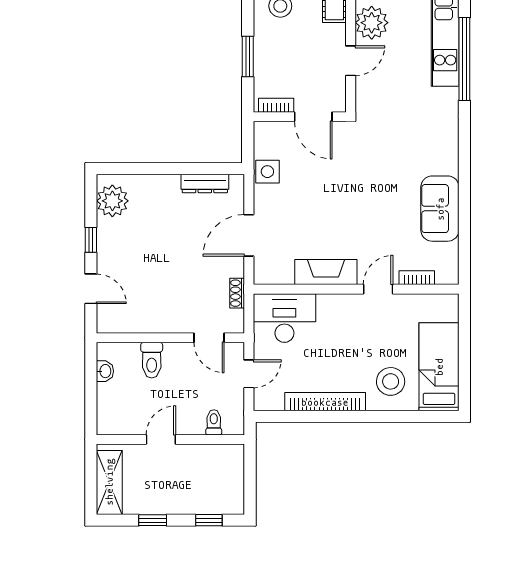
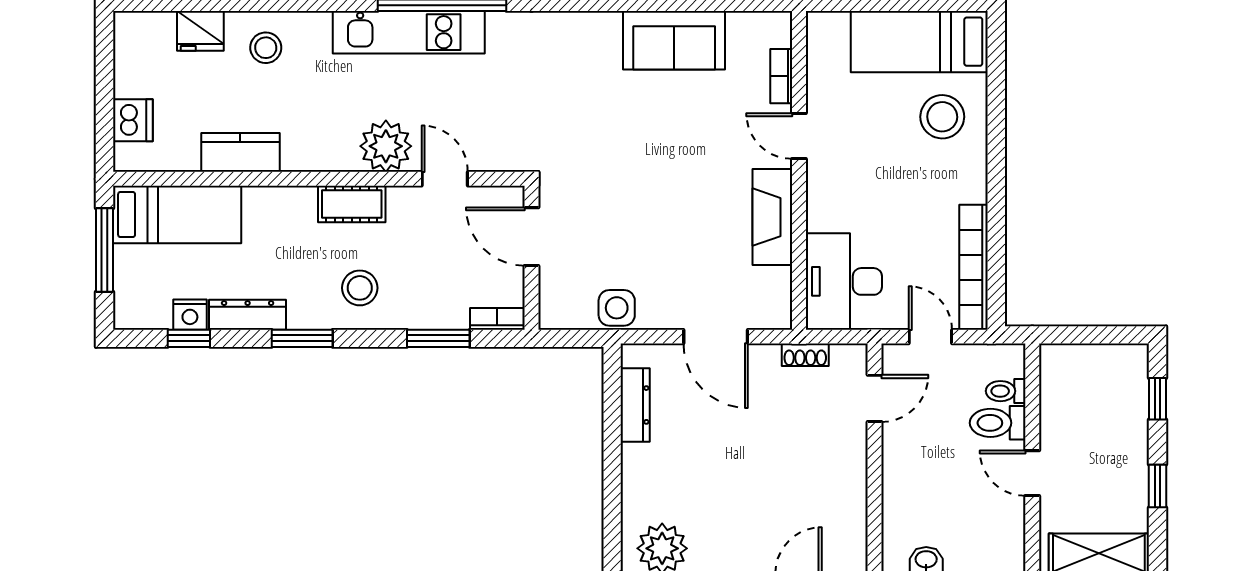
bookcase: (276, 105) -> (497, 319), moved, turned 90
door: (313, 117) -> (532, 237), swing flipped
toilet: (152, 360) -> (998, 423), moved, turned 180
bookcase: (325, 402) -> (974, 267), moved

